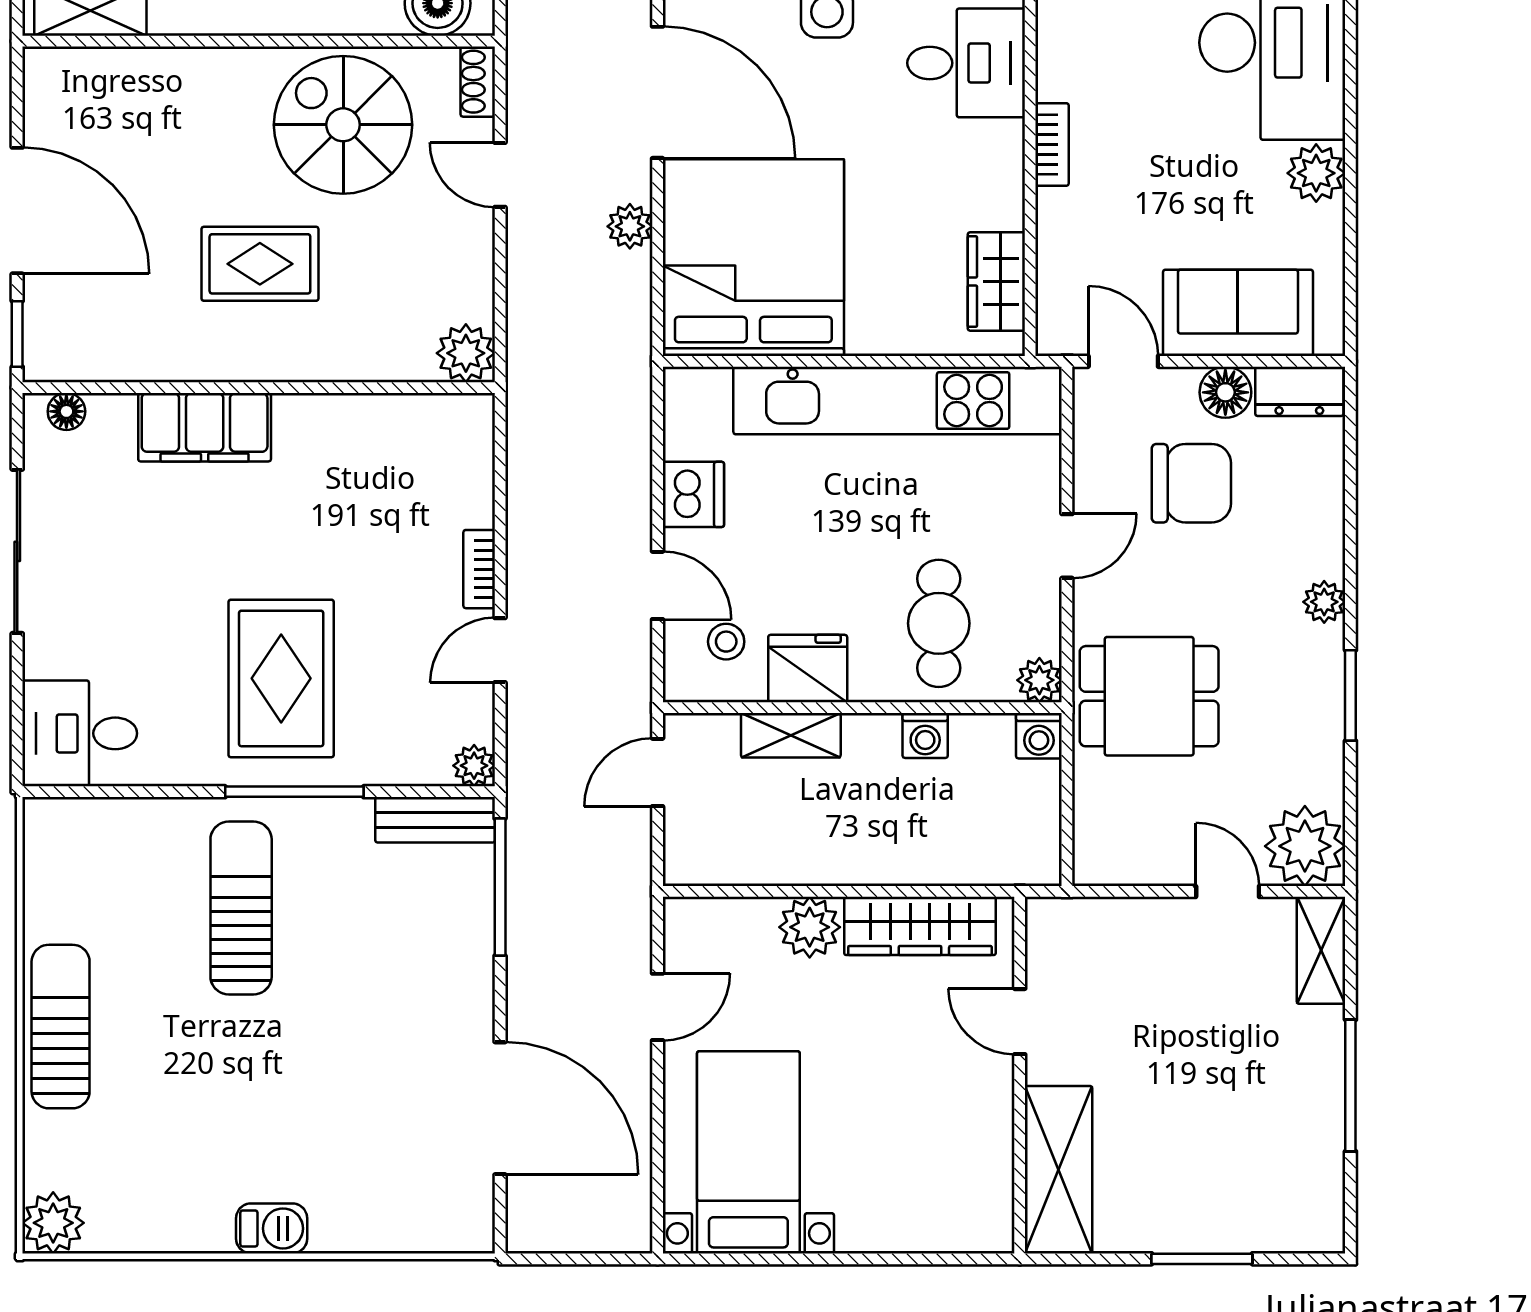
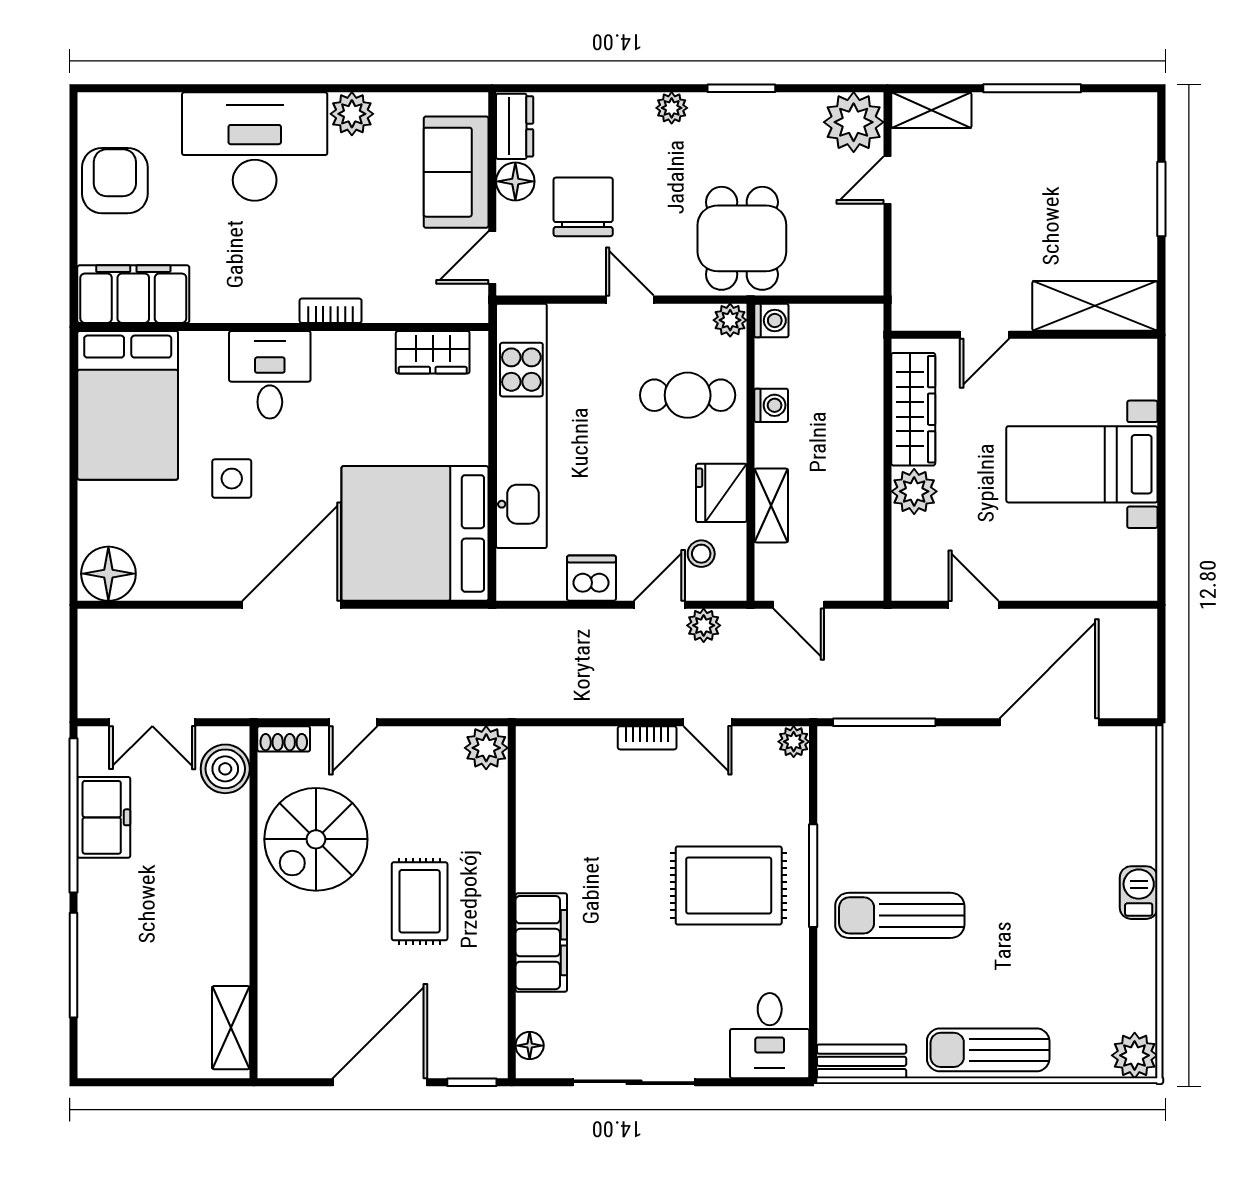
plant: (630, 226) -> (704, 625), moved
bench: (435, 820) -> (862, 1061), moved, turned 90
bed with nightstands: (748, 1152) -> (1082, 464), moved

